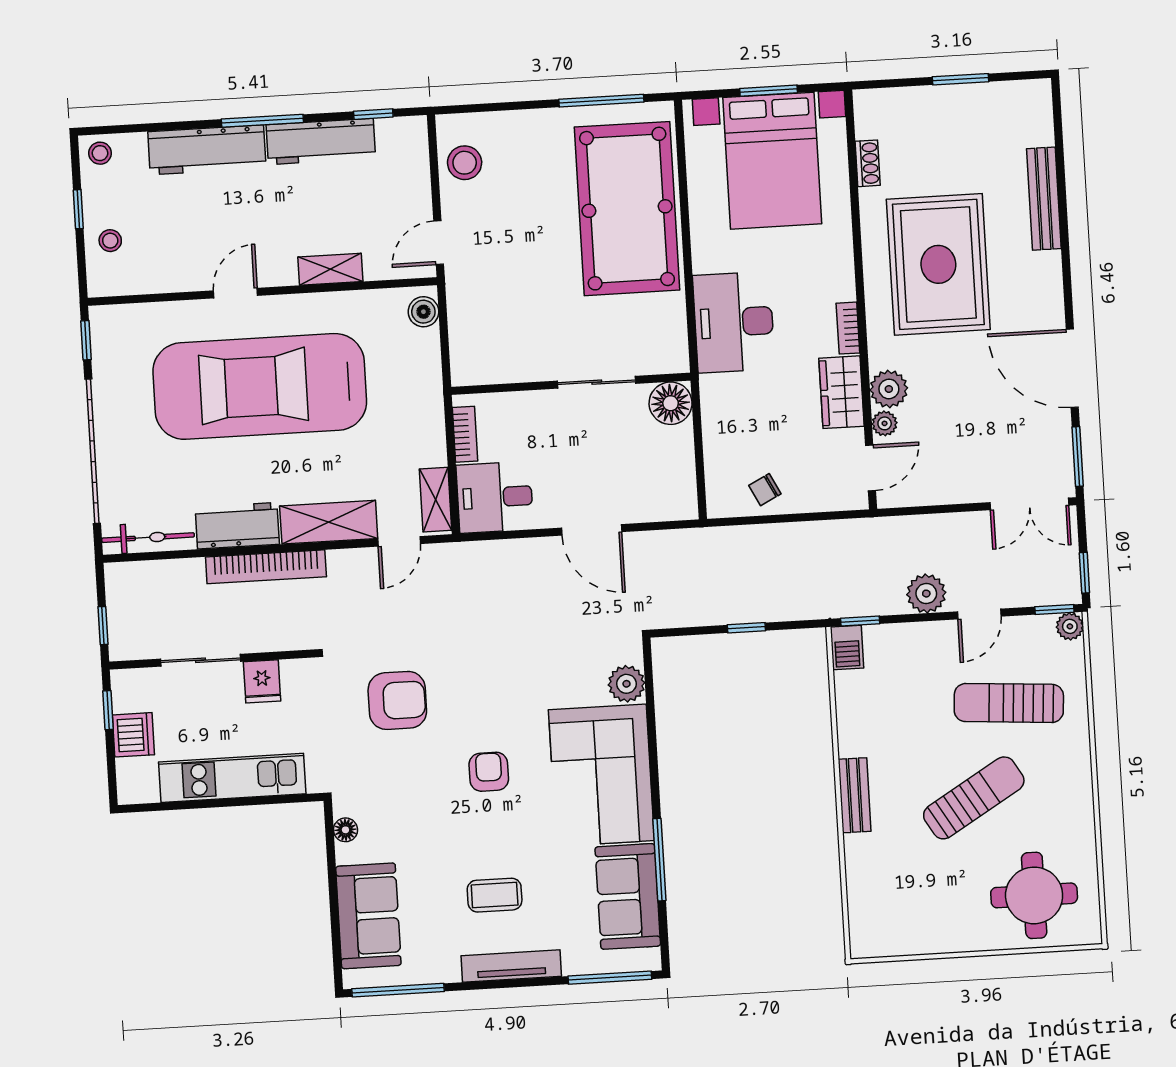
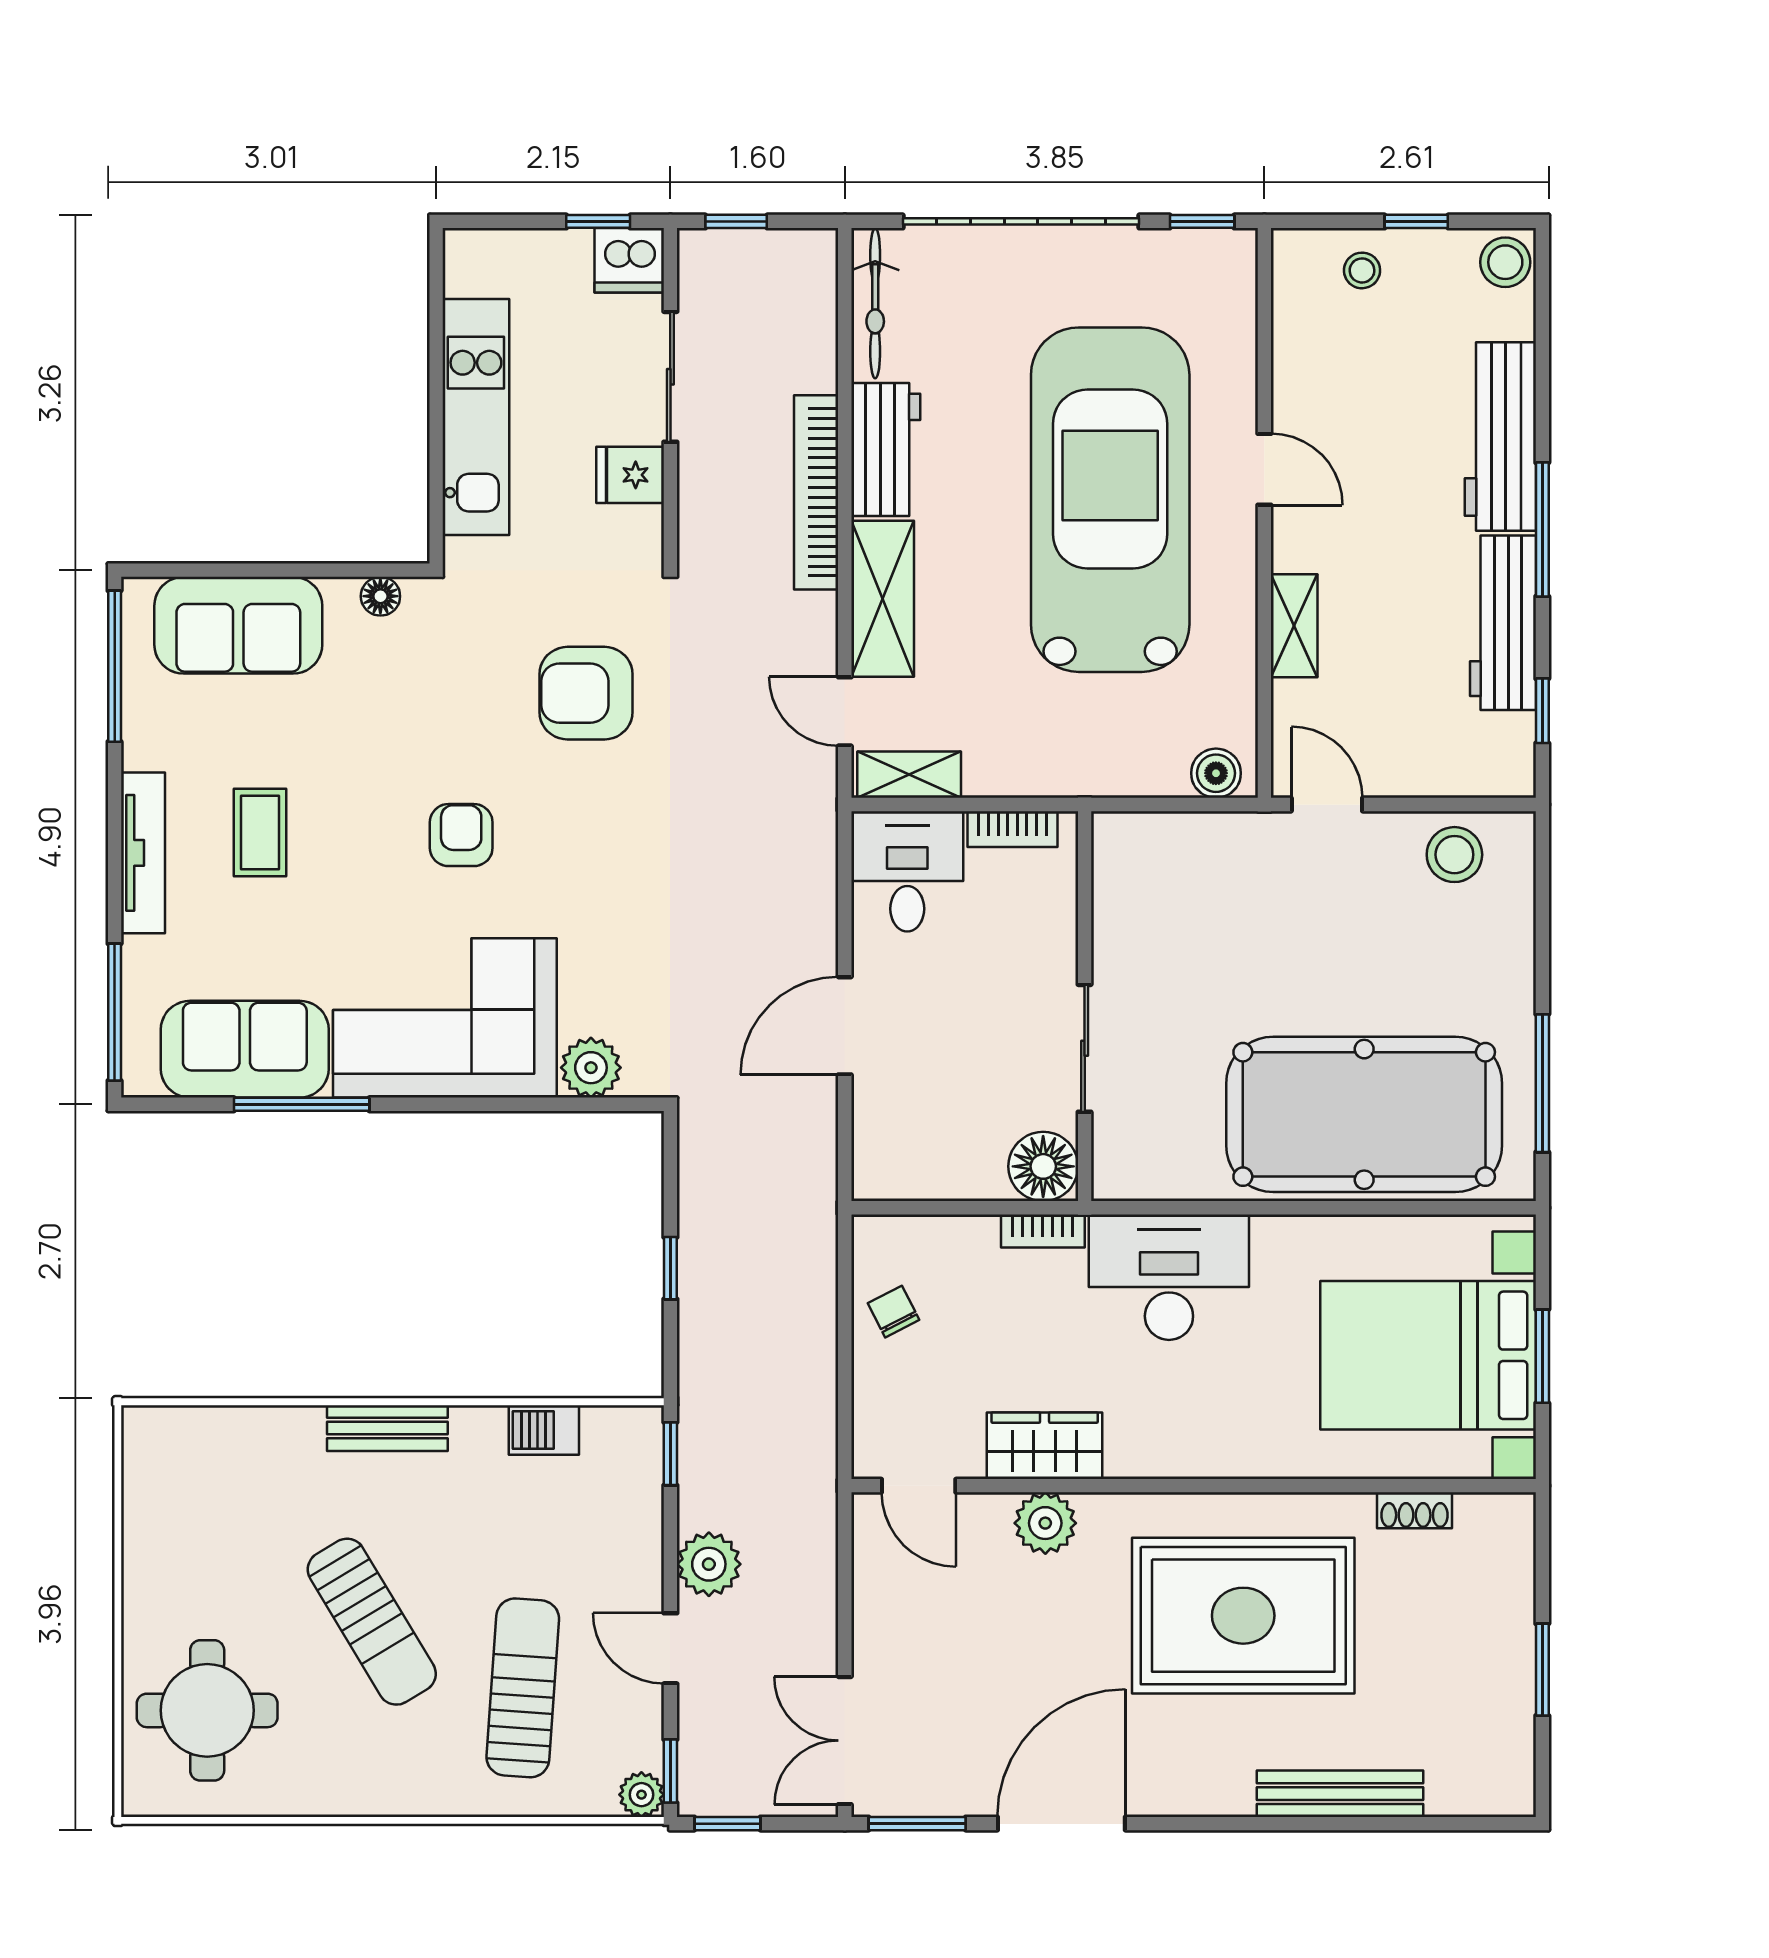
stool: (100, 153) -> (1505, 262), width x1.37, depth x1.37
bookcase: (848, 328) -> (1043, 1231), moved, turned 180
plant: (885, 423) -> (990, 1513), removed
barbecue: (847, 647) -> (544, 1430), moved
armchair: (397, 700) -> (586, 693), turned 90
dishwasher: (133, 735) -> (629, 260), moved
armchair: (489, 772) -> (461, 835), turned -90

